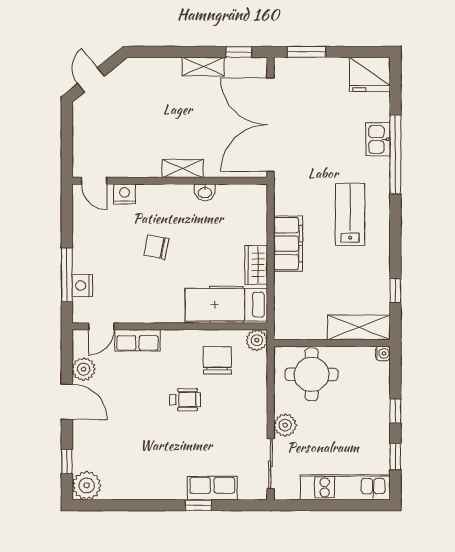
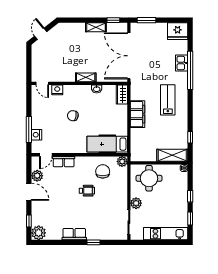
wardrobe: (256, 265) -> (122, 94), moved
row of seats: (212, 488) -> (74, 234), moved

